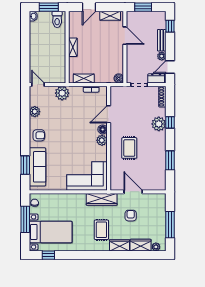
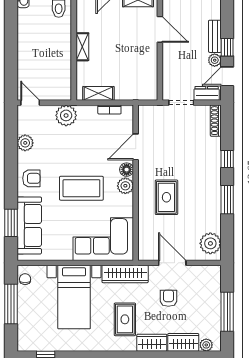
window: (170, 26) -> (227, 47), moved
boiler: (119, 78) -> (151, 93), removed
plant: (159, 124) -> (210, 243), moved
coffee table: (72, 142) -> (81, 188), added
window: (170, 160) -> (227, 200), moved
bed with nightstands: (51, 232) -> (74, 297), moved, turned 90

